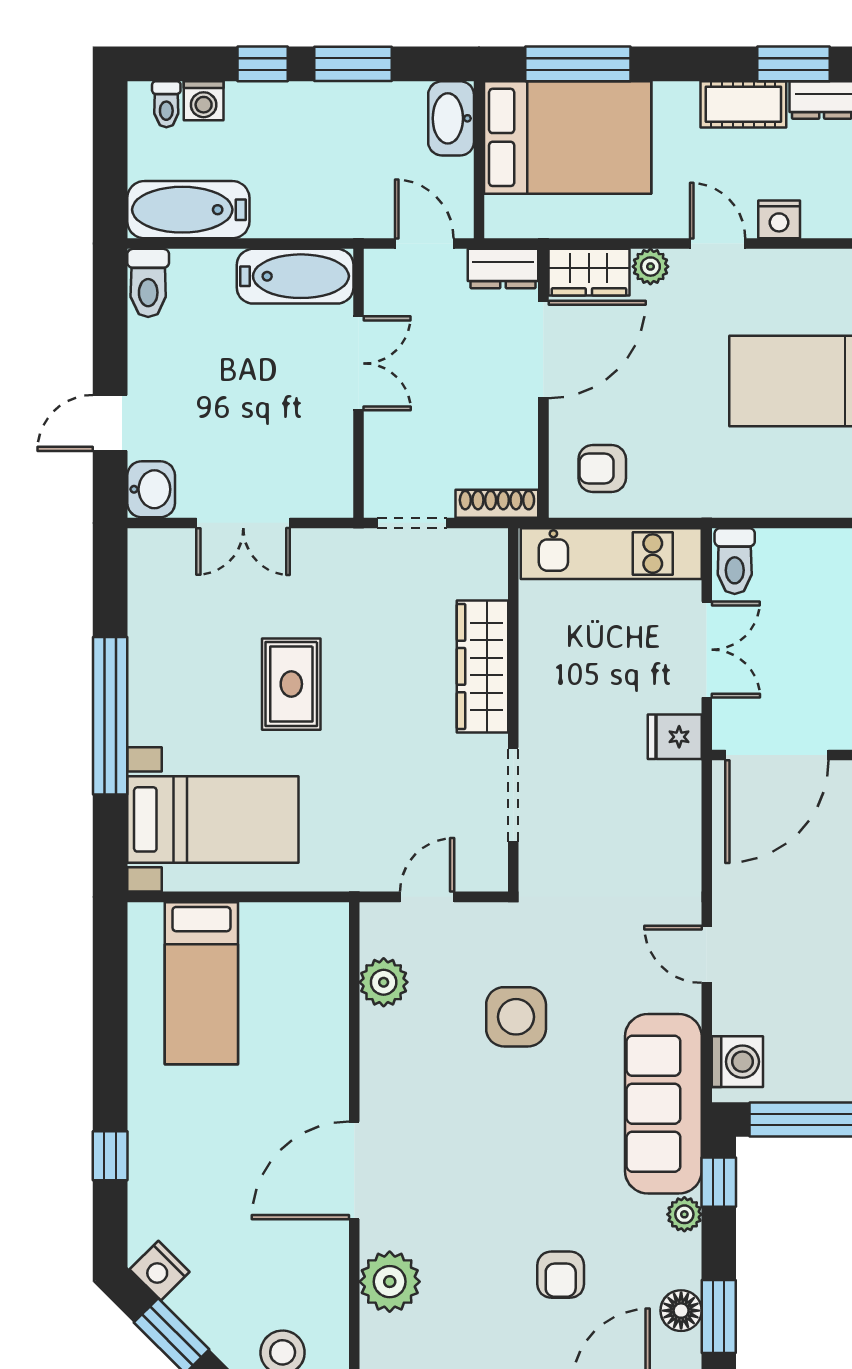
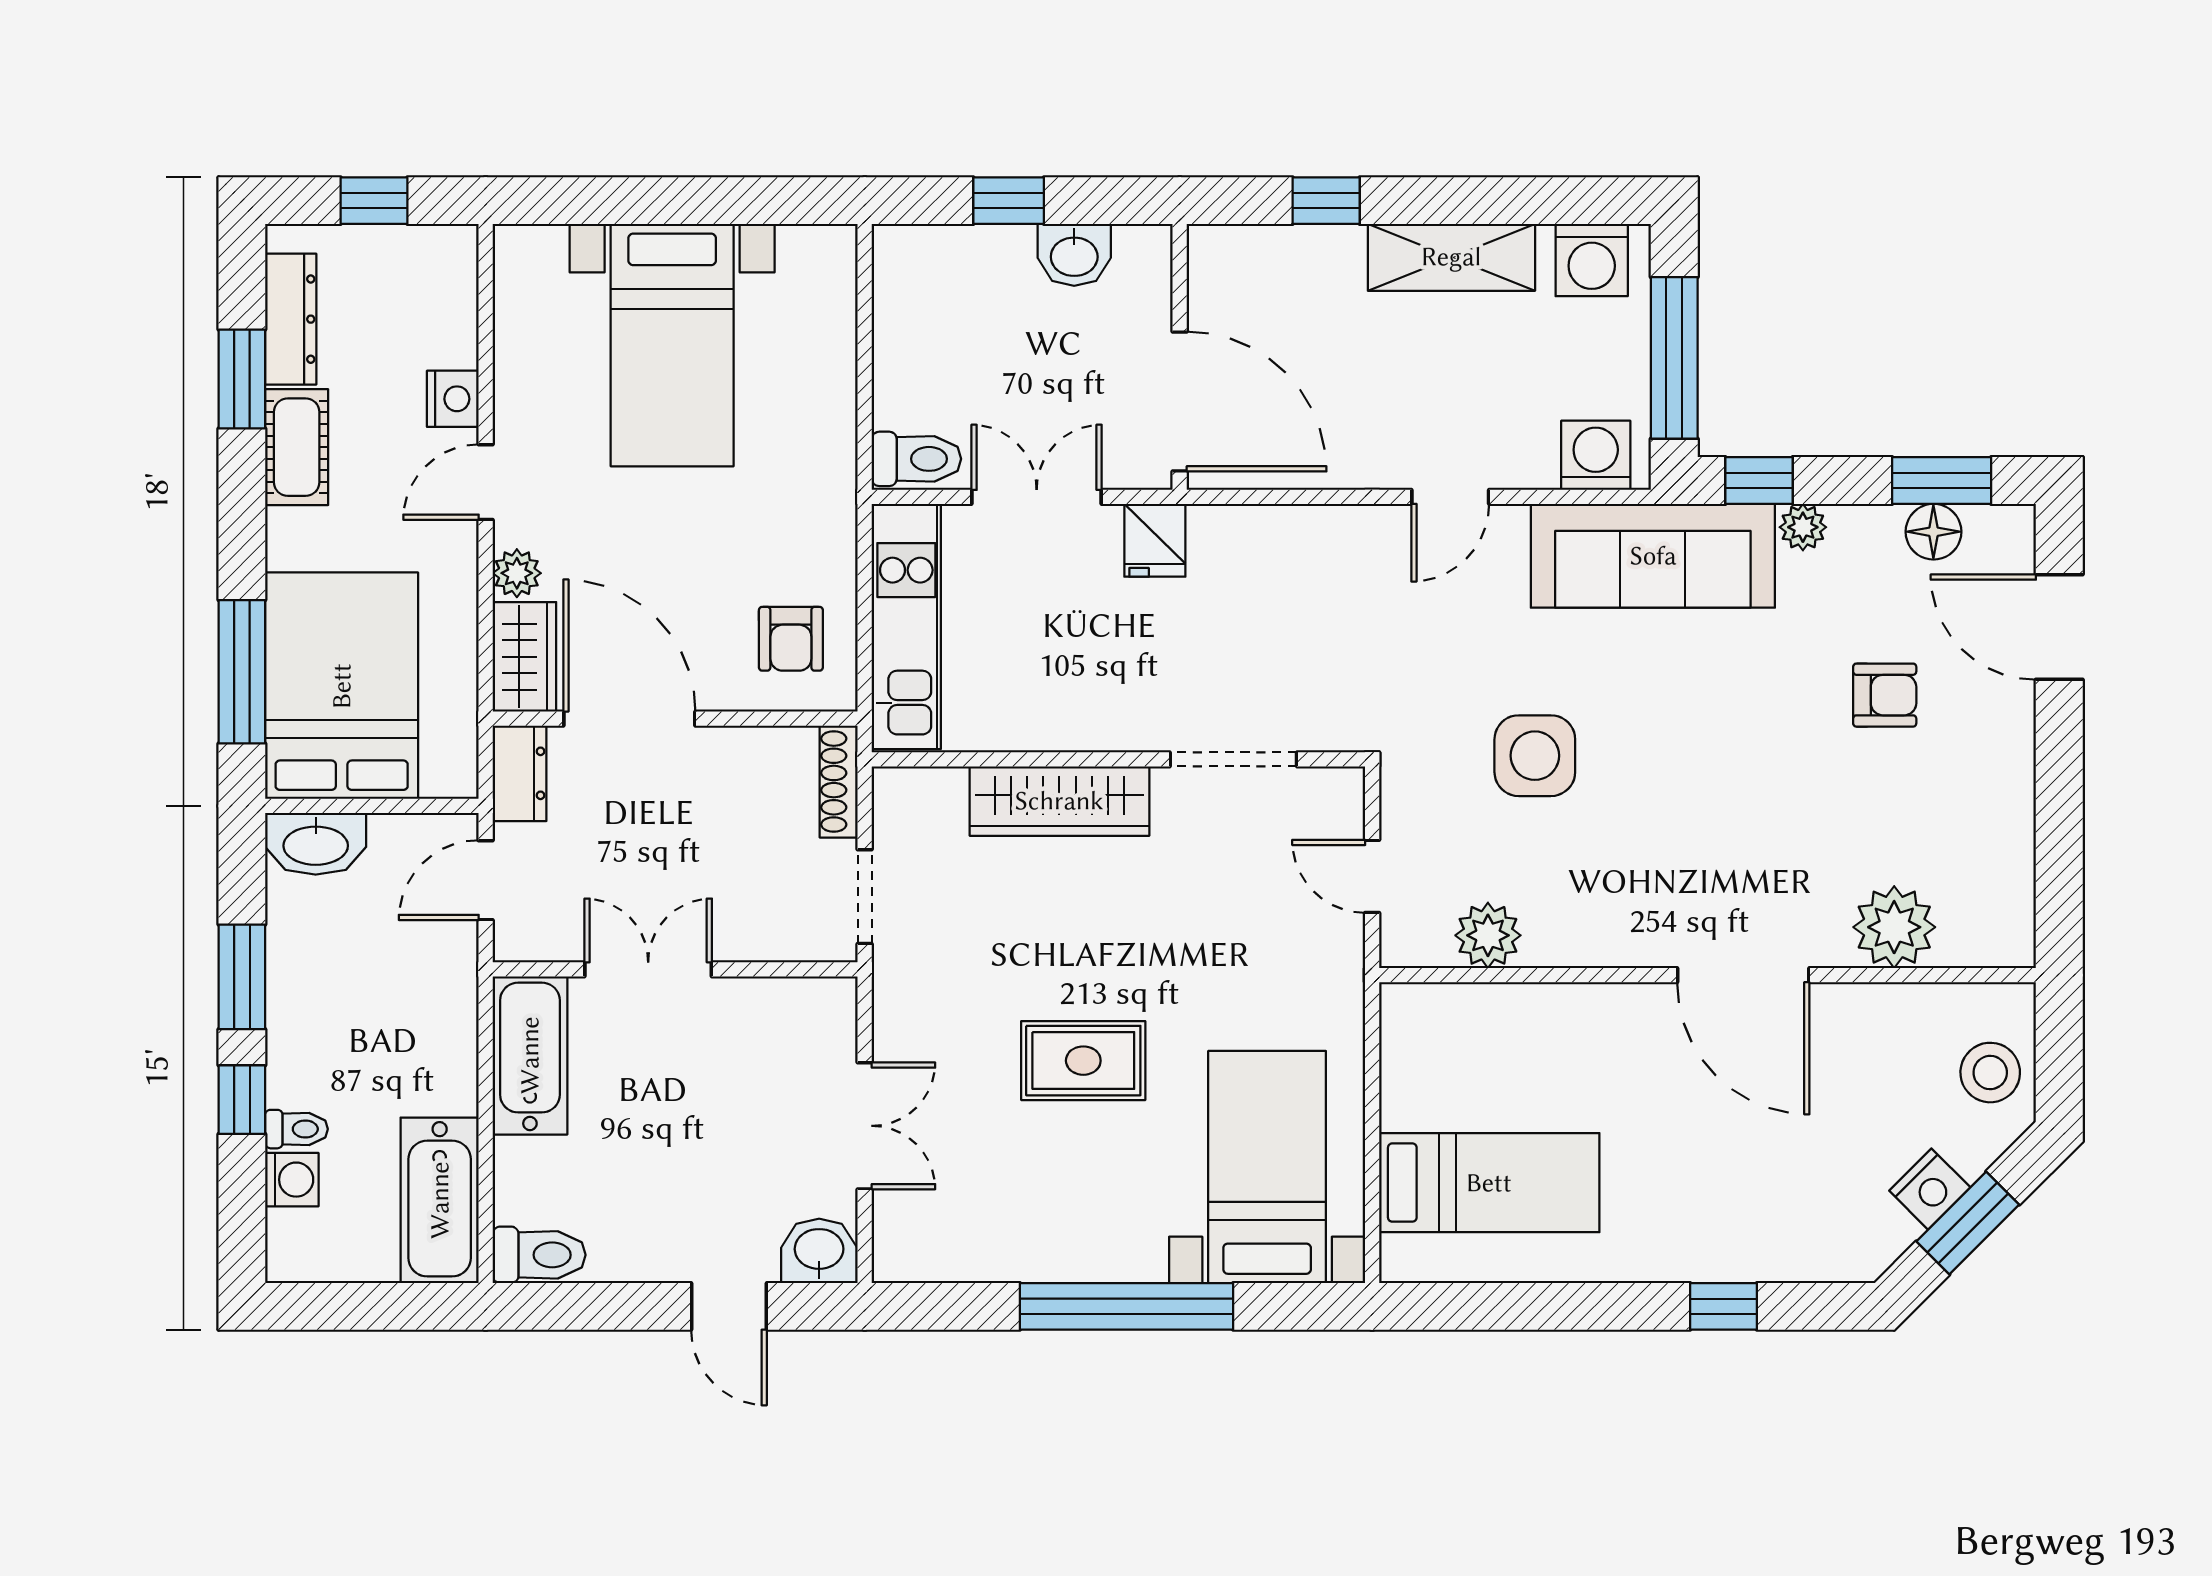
toilet: (166, 104) -> (297, 1129), moved
nightstand: (160, 1271) -> (1930, 1189), moved

